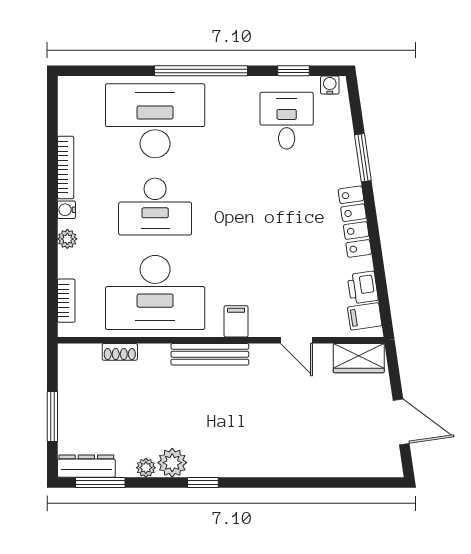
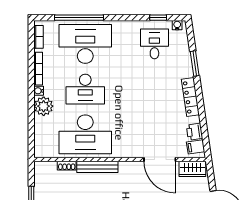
window: (201, 71) -> (79, 18), moved
plant: (67, 239) -> (44, 106), width x1.88, depth x1.88
bookcase: (66, 301) -> (39, 37), moved
filing cabinet: (236, 321) -> (128, 149), removed
door: (297, 340) -> (160, 159), width x1.87
bench: (210, 354) -> (97, 167), moved

